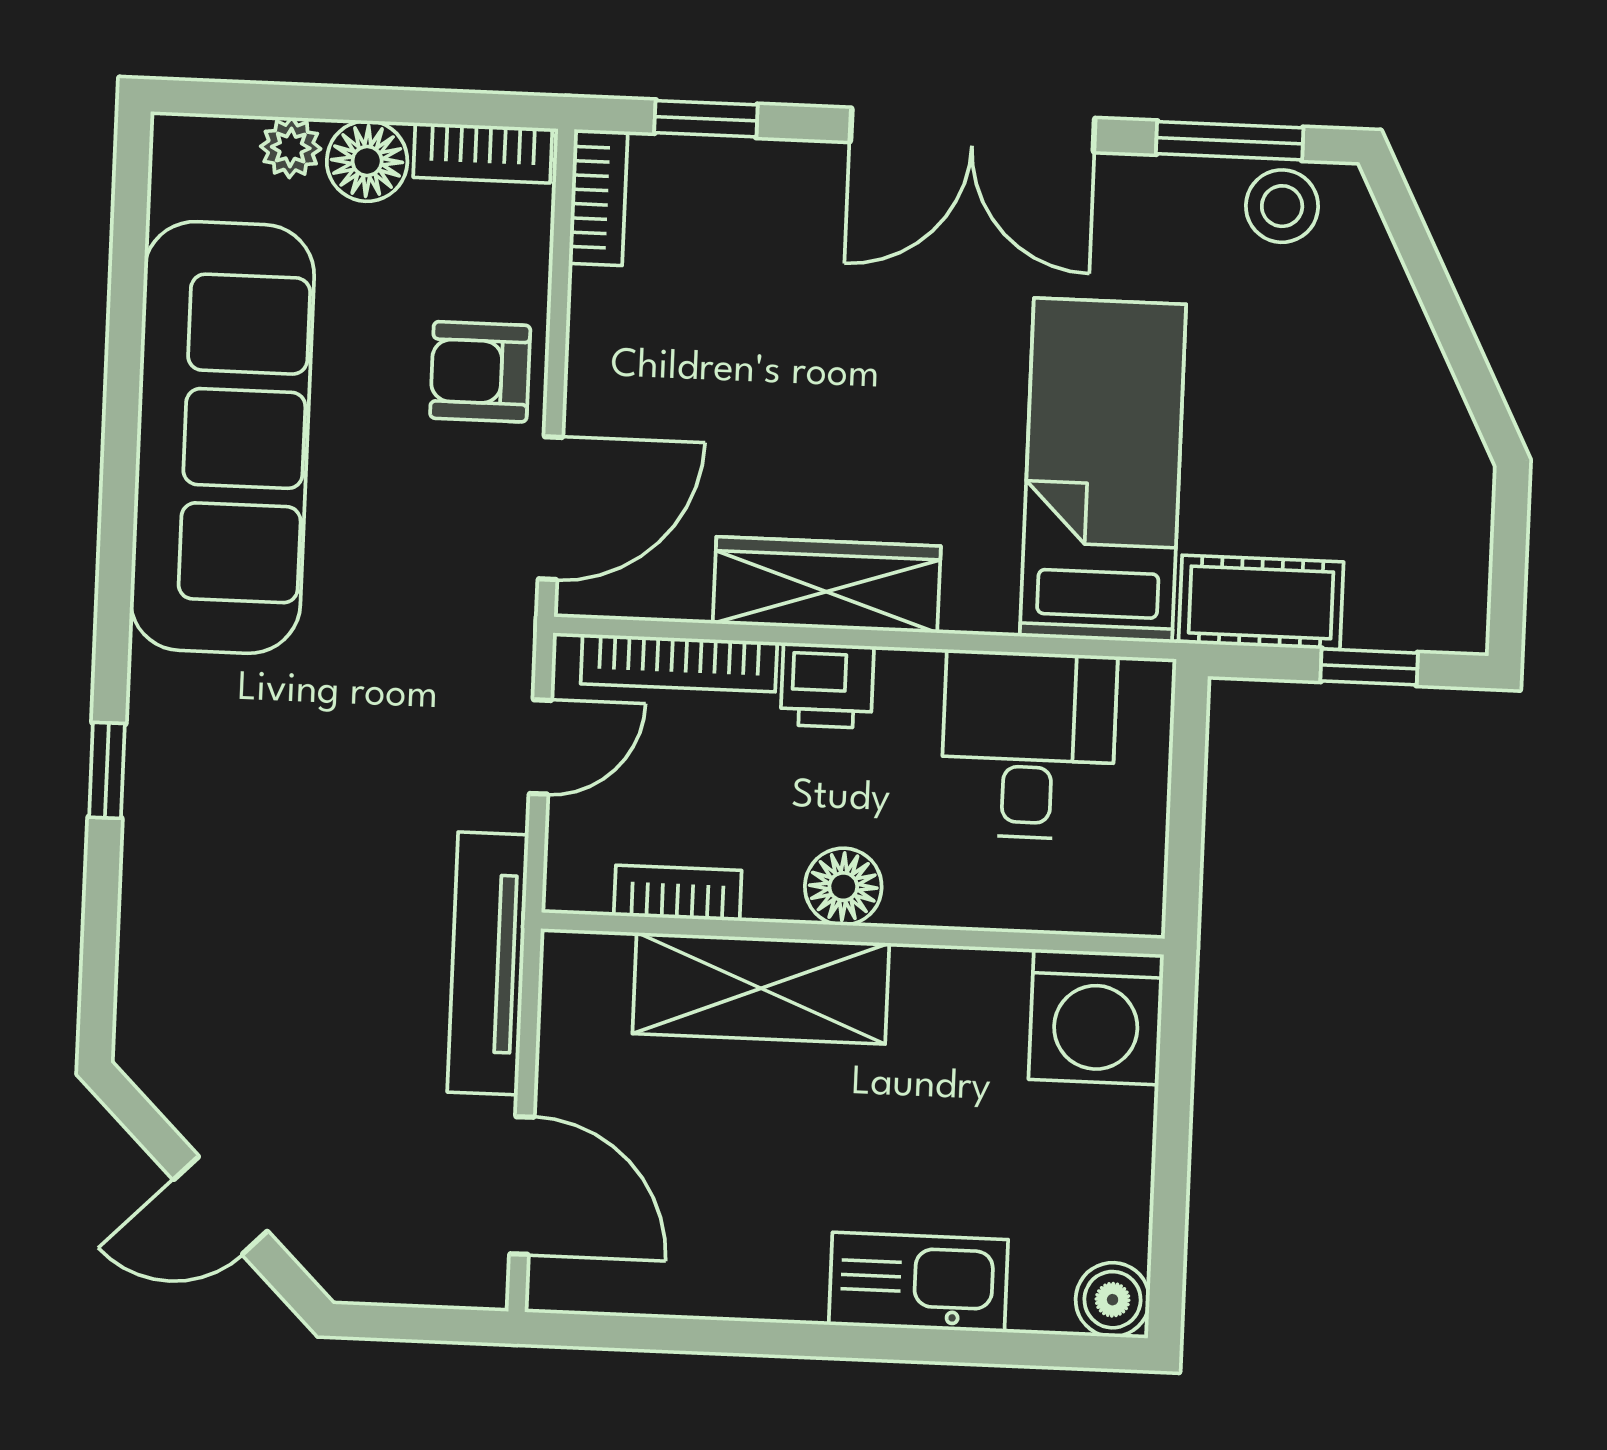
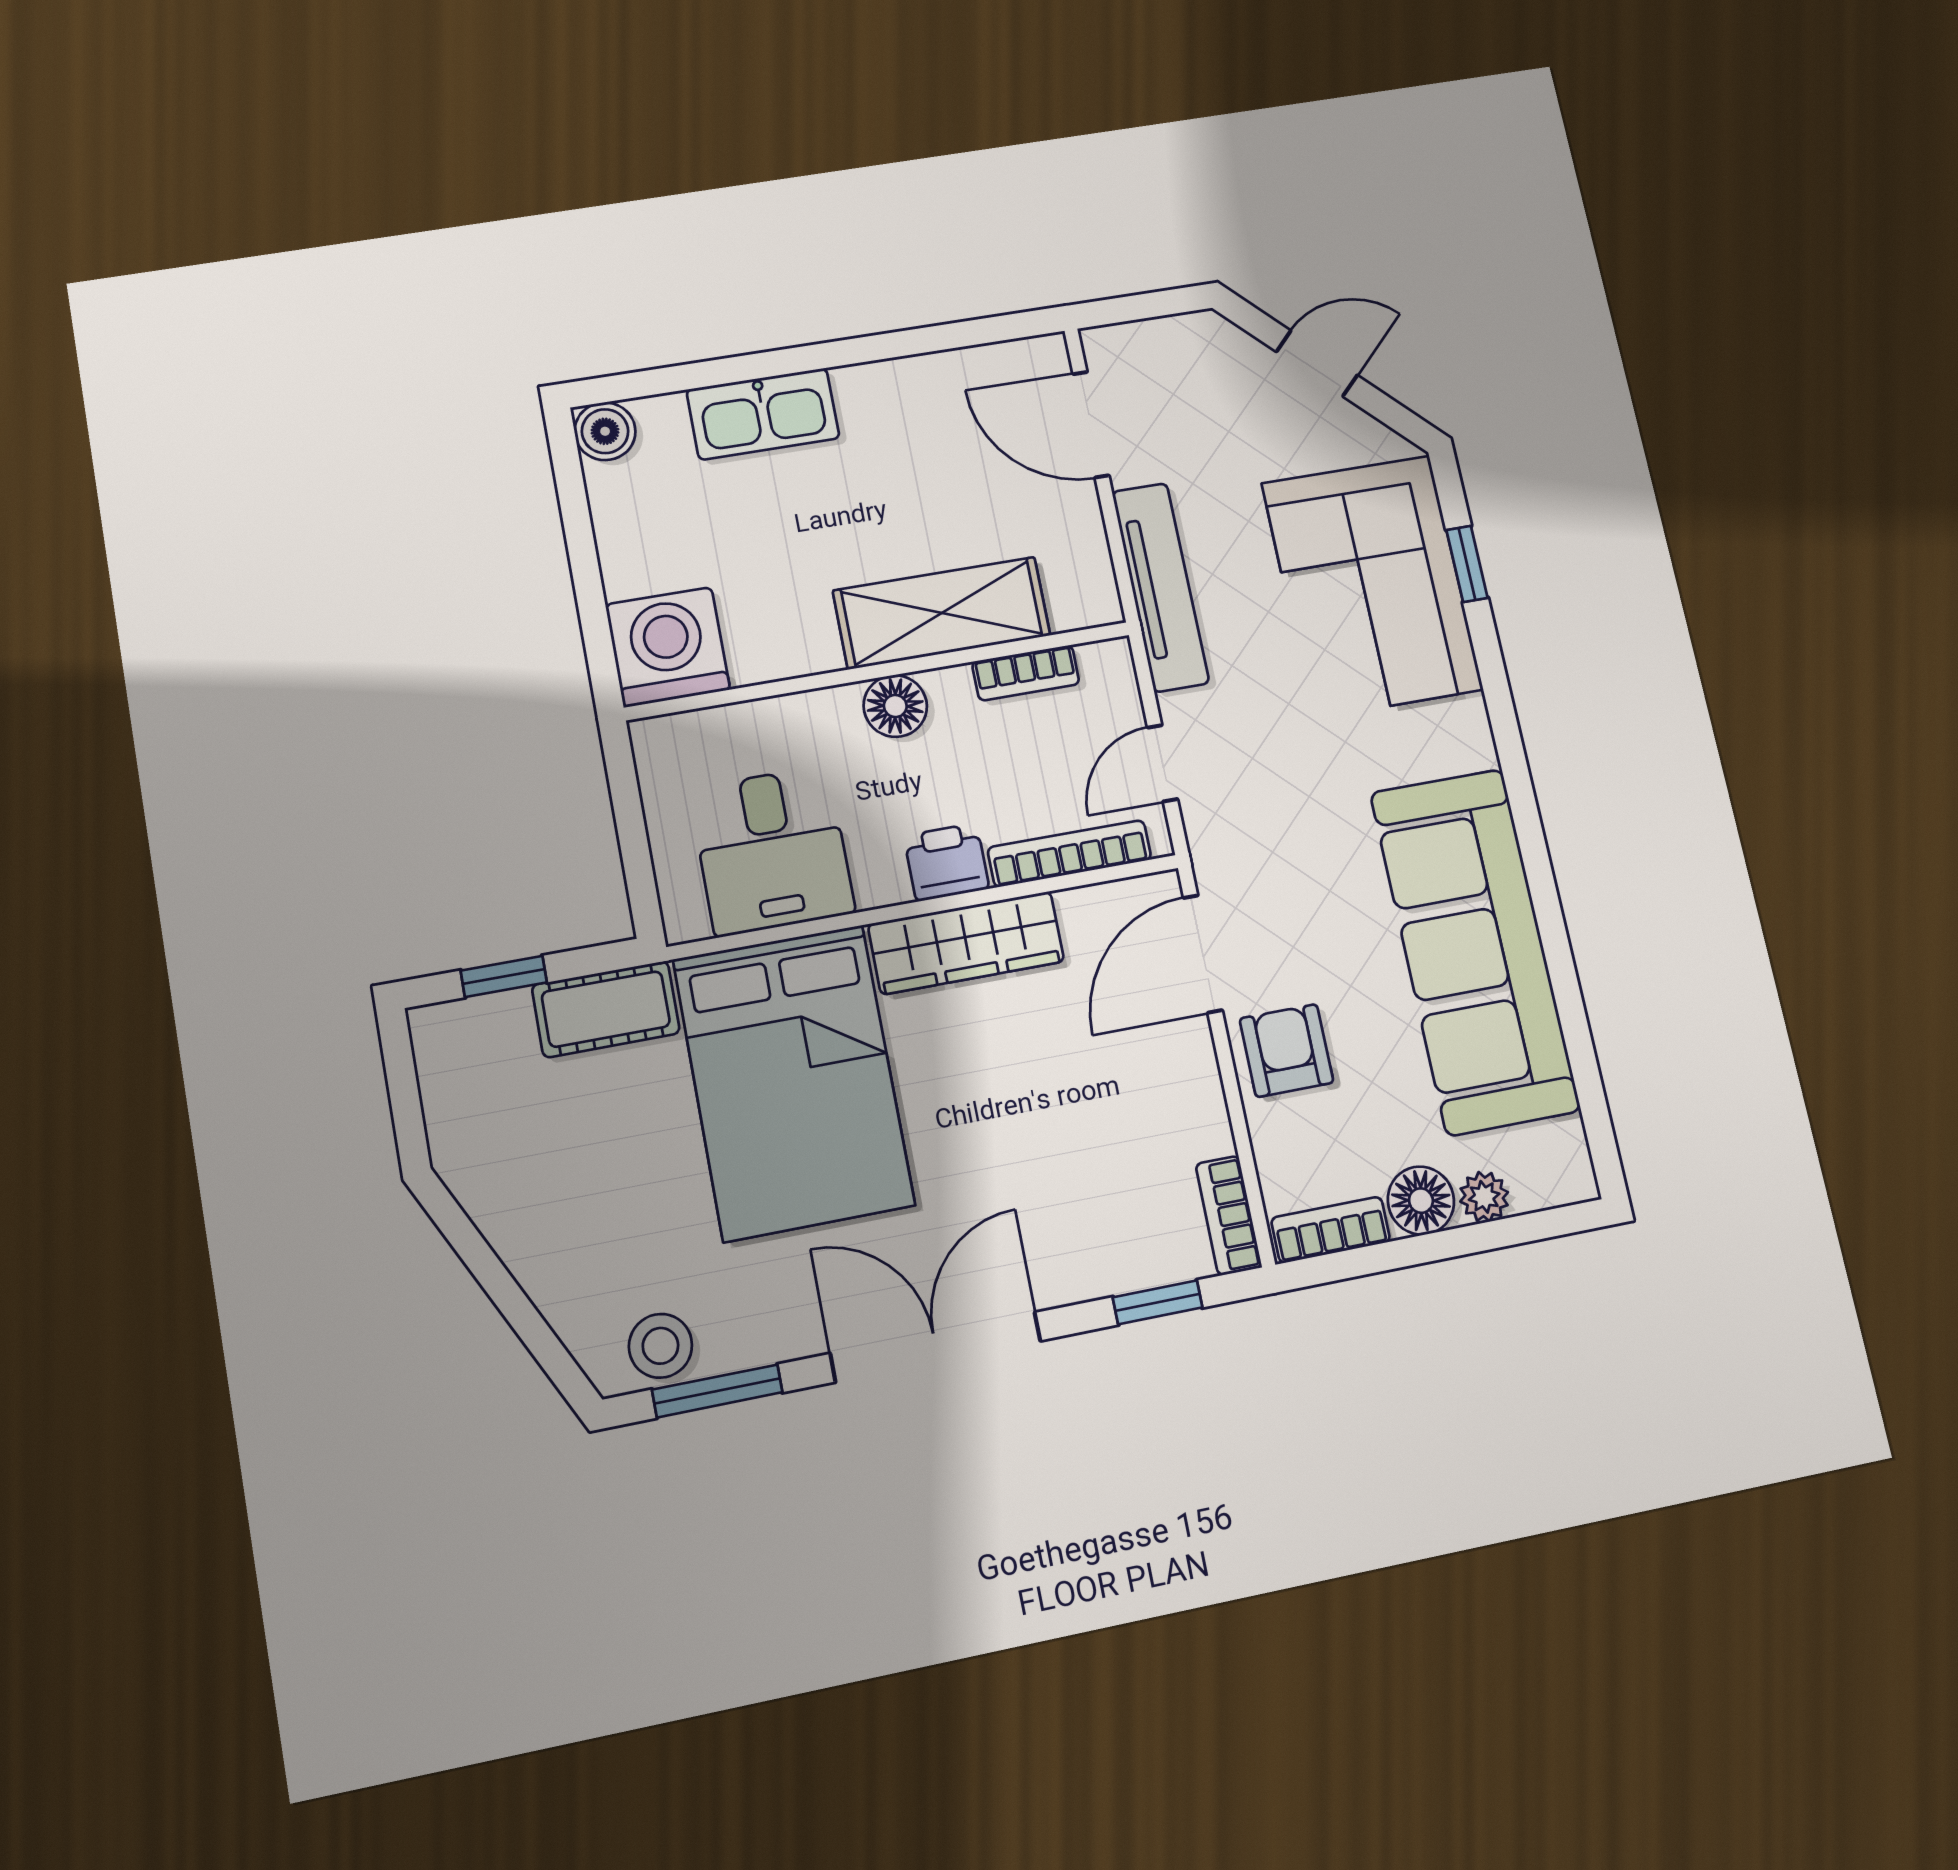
armchair: (480, 372) -> (1286, 1051), turned -90
bed: (1103, 470) -> (794, 1082), width x1.50
window: (107, 770) -> (1467, 564), moved
corner sofa: (227, 909) -> (1372, 586), added

